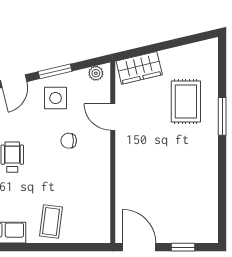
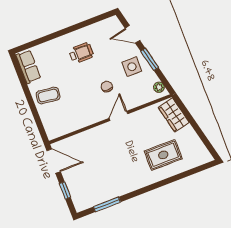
window: (222, 116) -> (107, 204), moved
door: (113, 117) -> (118, 116), moved
door: (139, 247) -> (54, 161), hinge flipped

